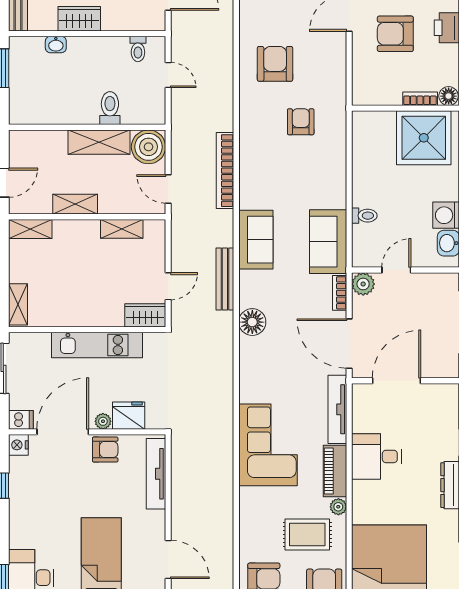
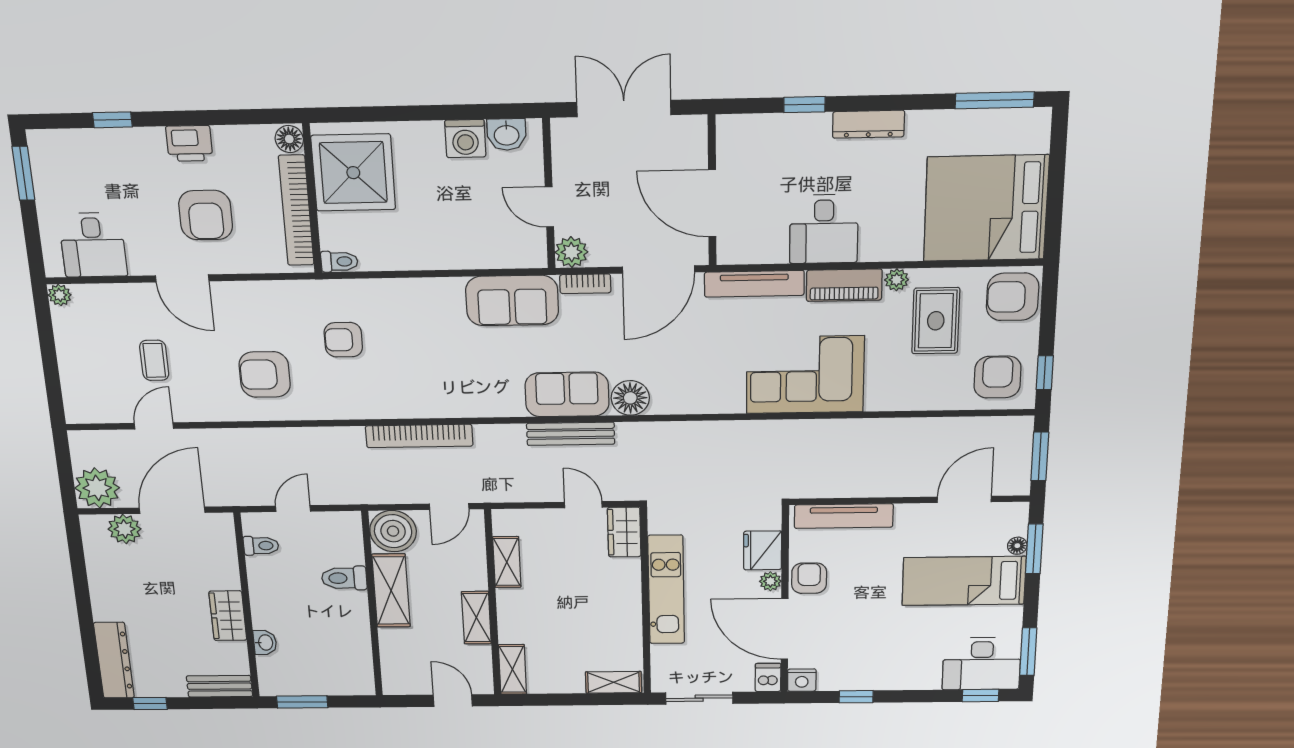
bookcase: (420, 99) -> (296, 210), width x2.31, depth x1.31
toilet: (364, 216) -> (339, 261), moved, turned 90
sofa: (256, 240) -> (567, 394), moved

